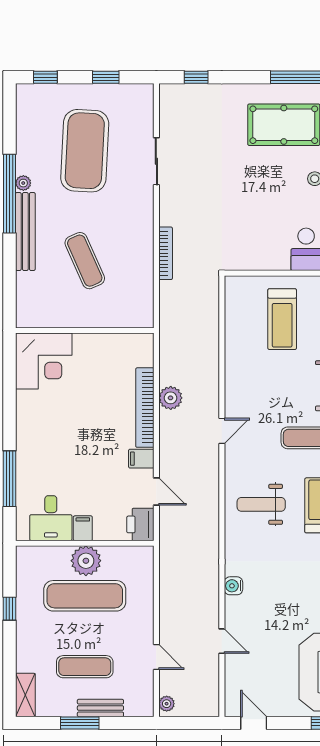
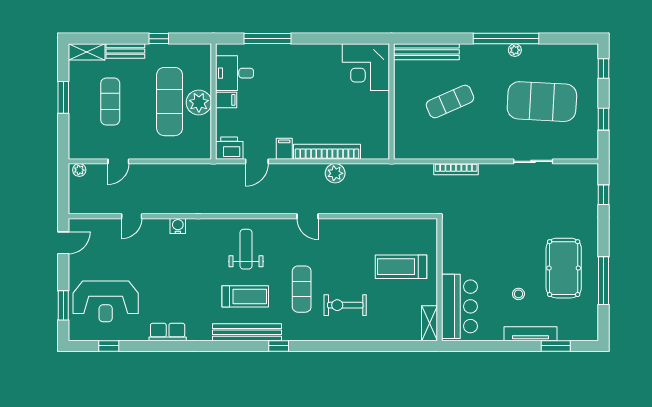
bench: (25, 232) -> (426, 52), moved
bench: (100, 708) -> (125, 51), moved, turned 90

